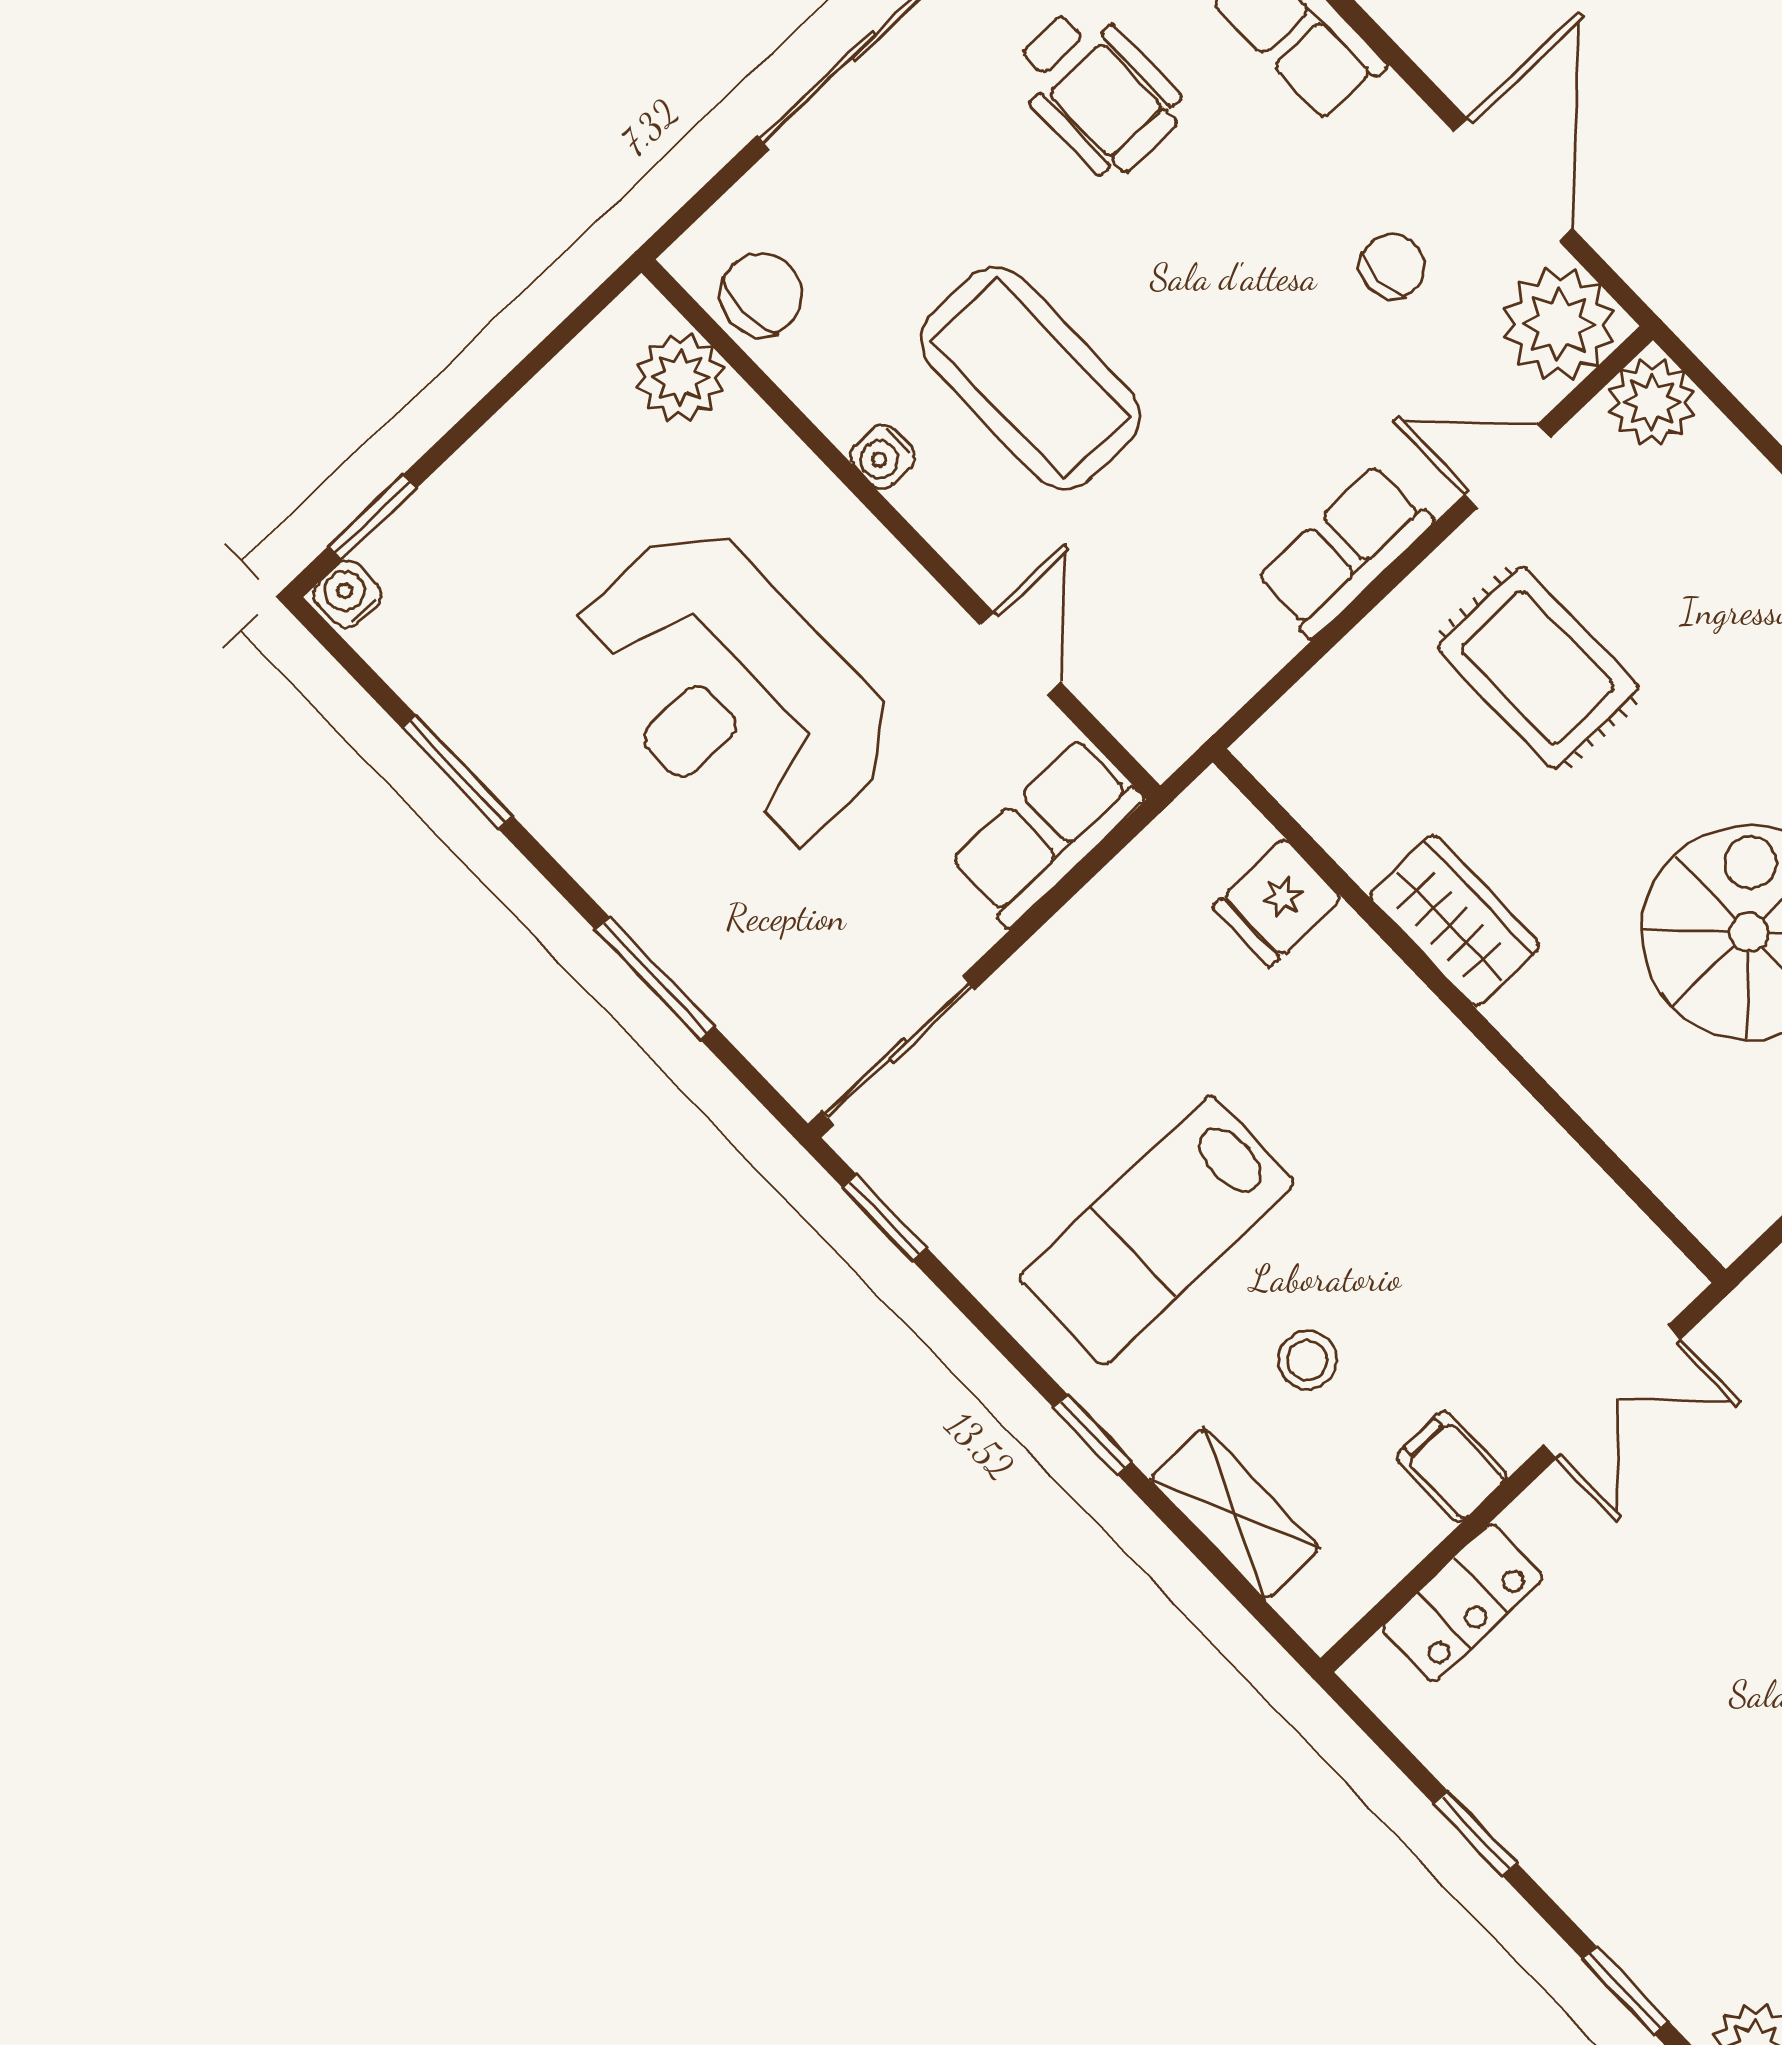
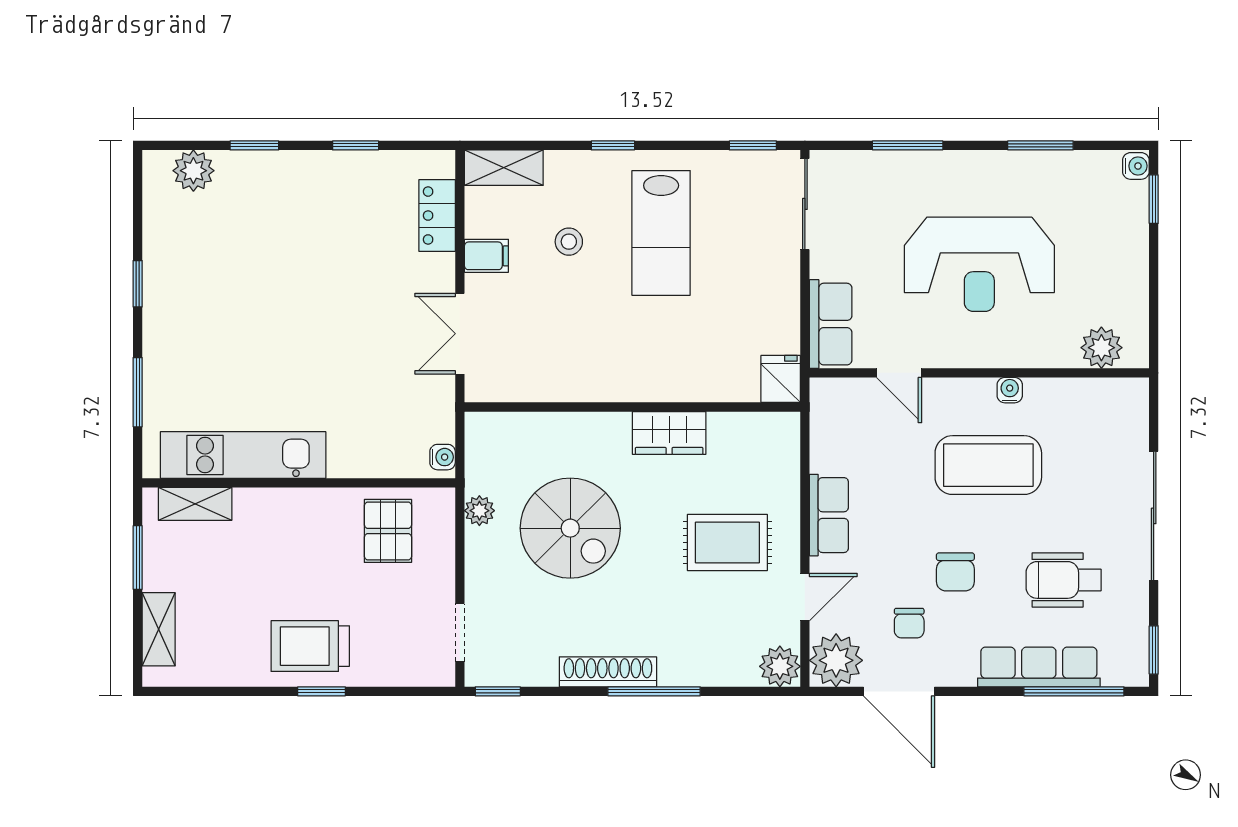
chair: (761, 294) -> (955, 572), moved
reception desk: (732, 691) -> (979, 264), turned 180
fridge: (1277, 903) -> (781, 379), moved
lab bench: (1157, 1230) -> (661, 233), turned 180
shelving: (1235, 1514) -> (504, 168), moved

